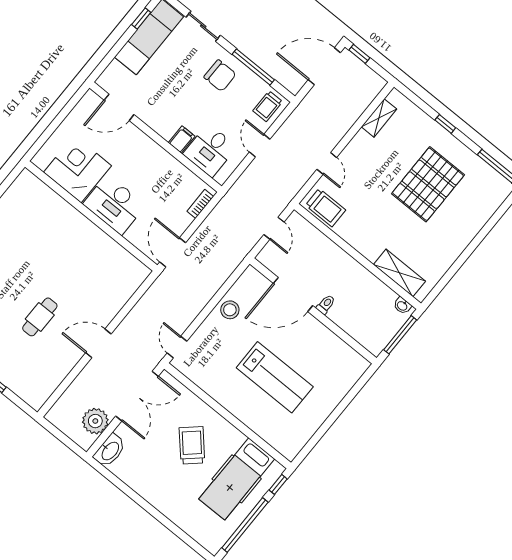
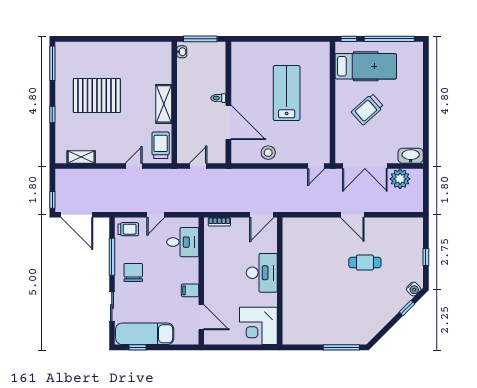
filing cabinet: (182, 140) -> (190, 290), moved
corner desk: (77, 169) -> (258, 326), moved
shelving: (399, 273) -> (164, 104), moved
double door: (137, 396) -> (365, 166), swing flipped

